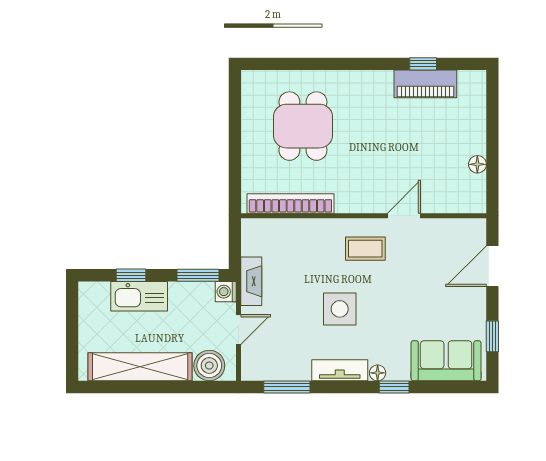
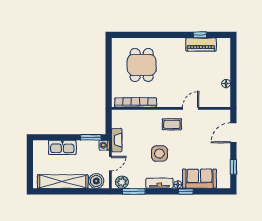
window: (131, 275) -> (58, 137), removed
sofa: (446, 361) -> (199, 179), moved
plant: (262, 368) -> (122, 182), added

